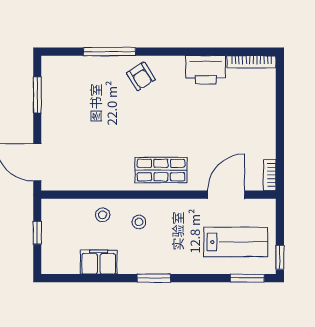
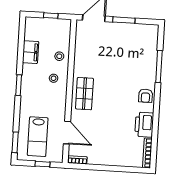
armchair: (141, 76) -> (146, 96), moved, turned -58
window: (37, 95) -> (124, 20), moved
window: (280, 257) -> (43, 164), moved

